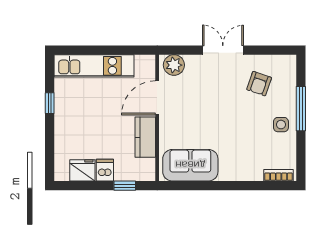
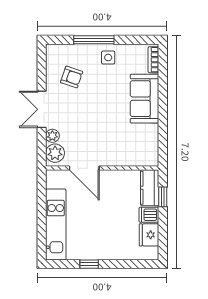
plant: (193, 62) -> (52, 136), added
kitchen counter: (145, 137) -> (150, 188), moved, turned 90
sofa: (190, 165) -> (144, 99), moved

